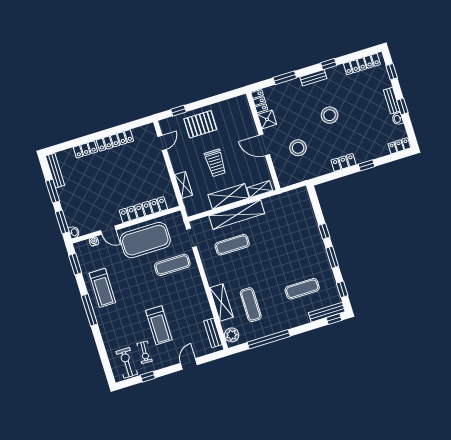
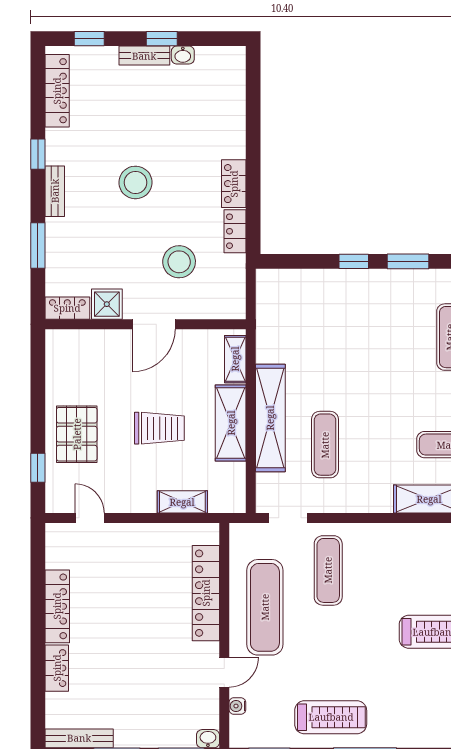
locker: (399, 146) -> (235, 231), moved
window: (367, 165) -> (253, 142), removed
exercise mat: (145, 240) -> (265, 607), width x0.68

